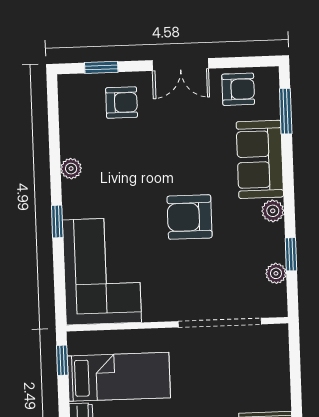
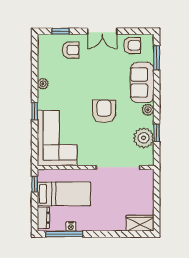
armchair: (190, 217) -> (104, 111), turned 90
plant: (276, 273) -> (144, 138), width x1.88, depth x1.88

